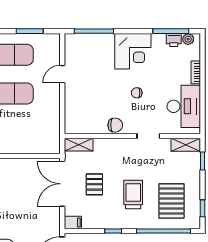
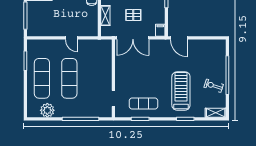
door: (62, 74) -> (72, 38), moved
shelving: (79, 145) -> (105, 16), moved

